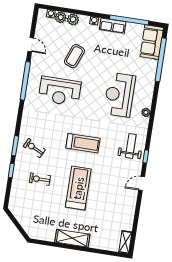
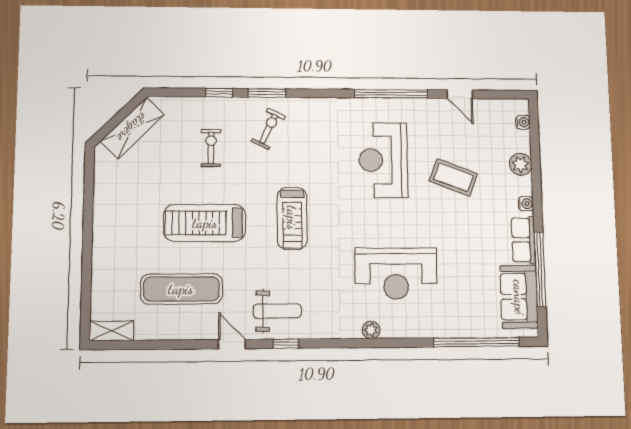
plant: (61, 17) -> (520, 141), removed
sofa: (152, 42) -> (519, 297), moved, turned -90
door: (31, 45) -> (460, 94), hinge flipped
reception desk: (119, 95) -> (396, 273), turned 180
weight bench: (131, 146) -> (277, 311), moved
treadmill: (78, 188) -> (205, 223), turned 180
exercise mat: (110, 205) -> (181, 289), added
shelving: (72, 238) -> (132, 128), moved, turned 45

